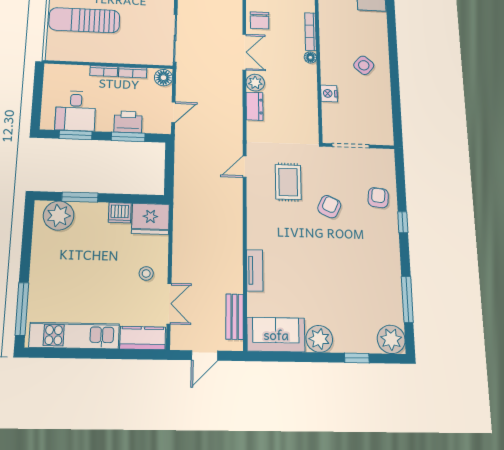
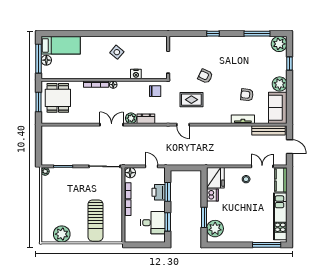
chair: (260, 20) -> (155, 91), moved
armchair: (378, 198) -> (247, 95), moved
bench: (235, 317) -> (268, 130), width x1.36

